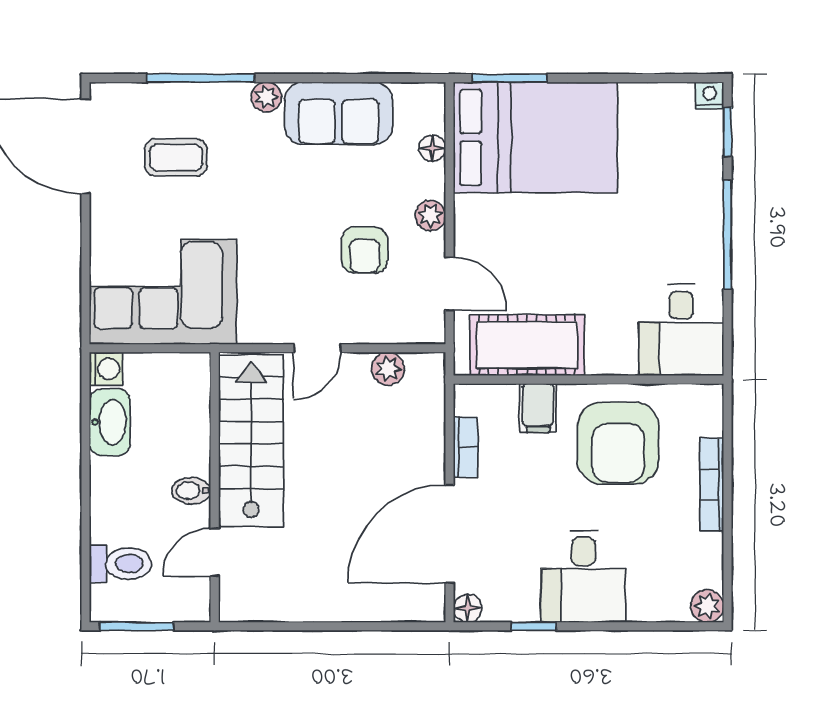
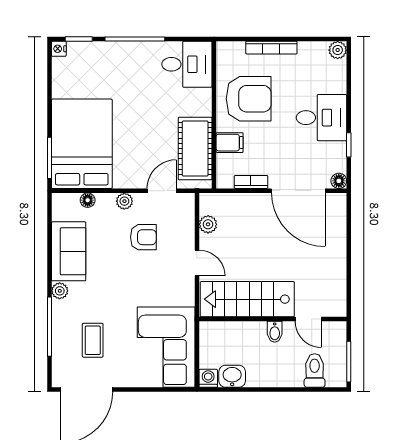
washbasin: (110, 422) -> (232, 376), width x0.72

